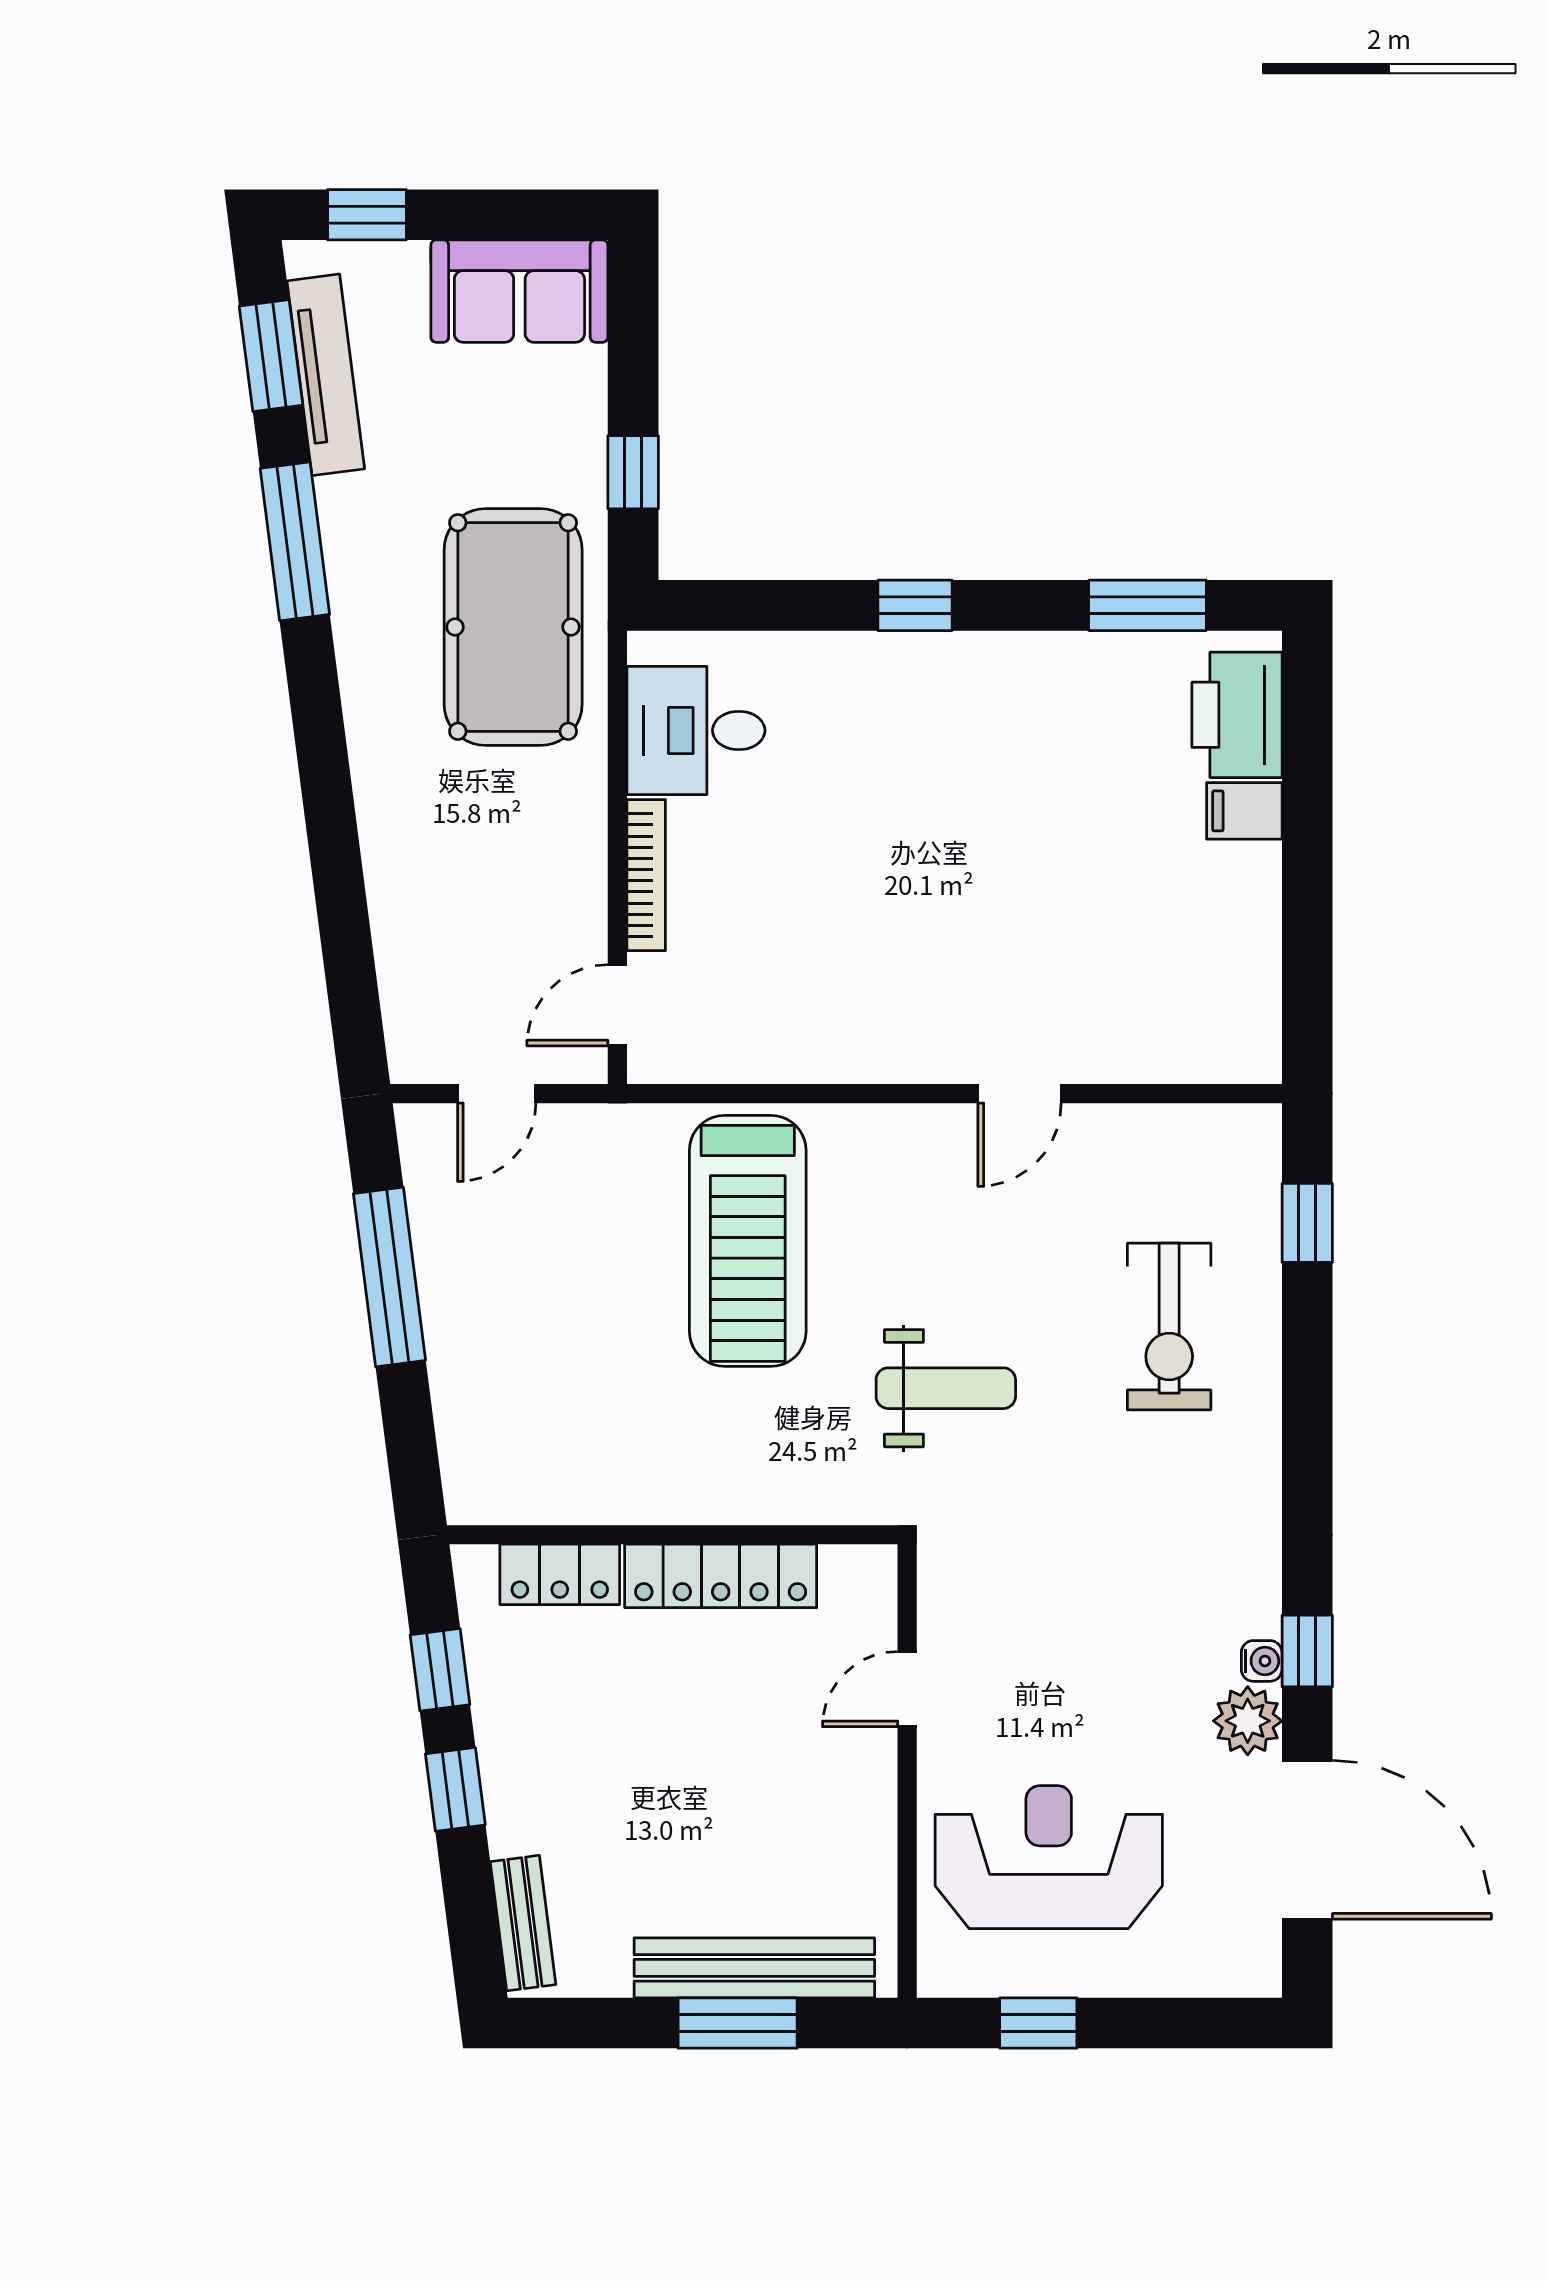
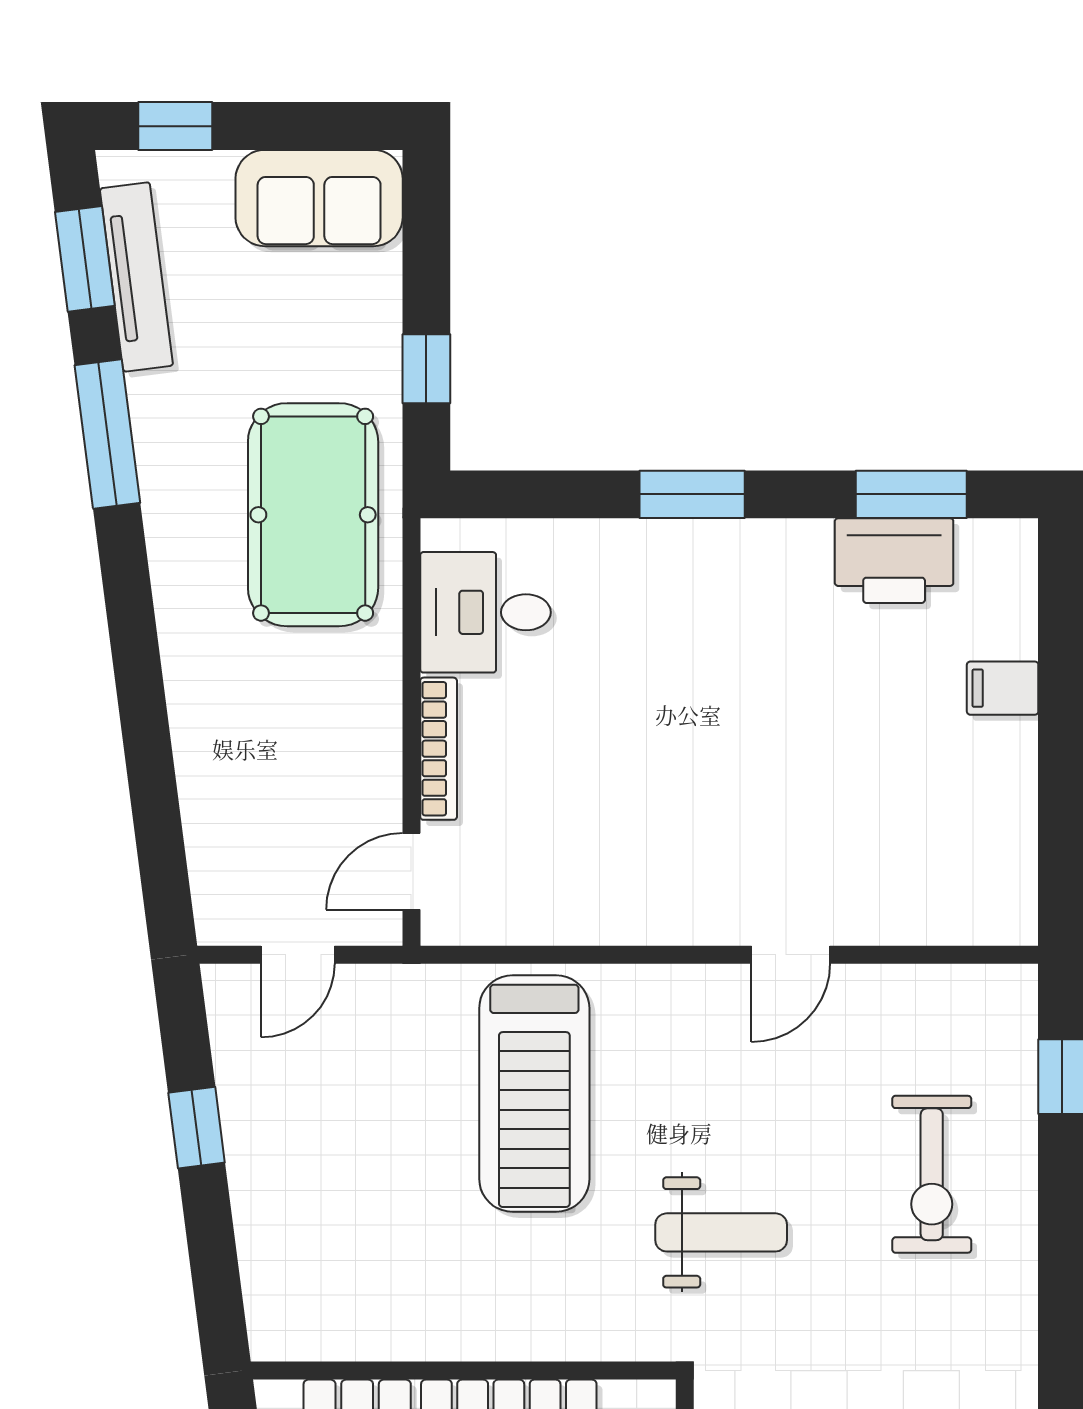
window: (915, 605) -> (692, 494), width x1.50
printer: (1237, 715) -> (894, 561), moved, turned -90
window: (389, 1277) -> (197, 1128), width x0.46

